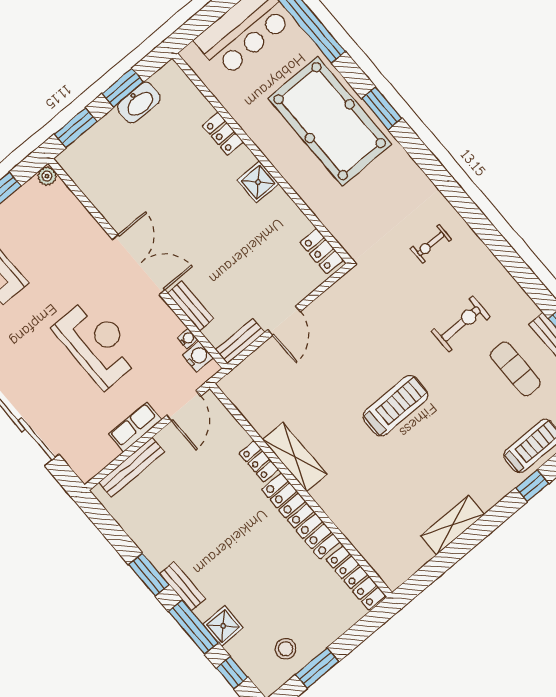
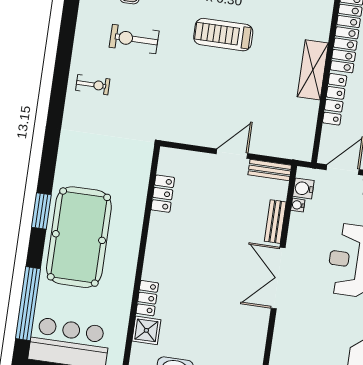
shower: (258, 182) -> (146, 330), moved
exercise bike: (431, 244) -> (93, 85), moved
locker: (322, 251) -> (163, 194), moved
locker: (259, 461) -> (335, 99), width x1.53

